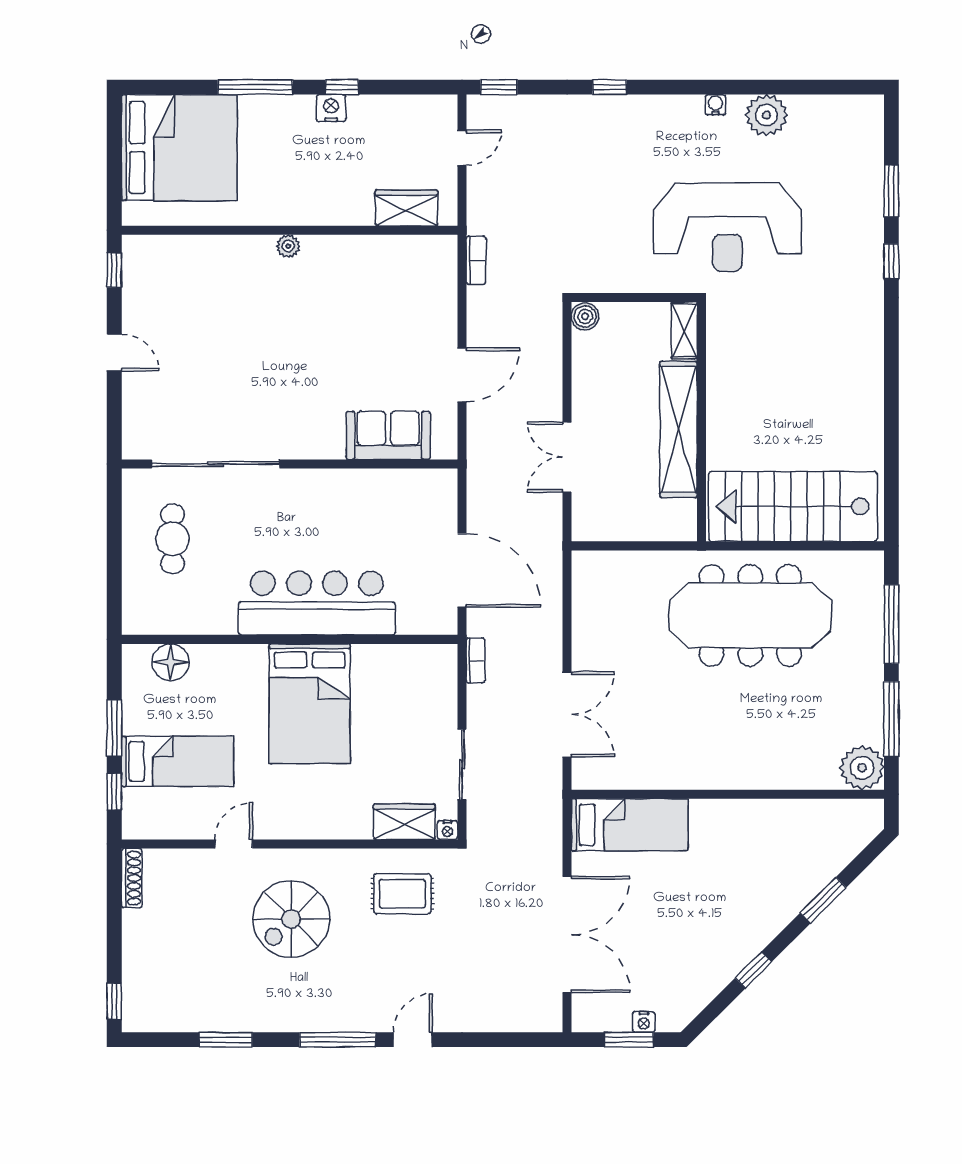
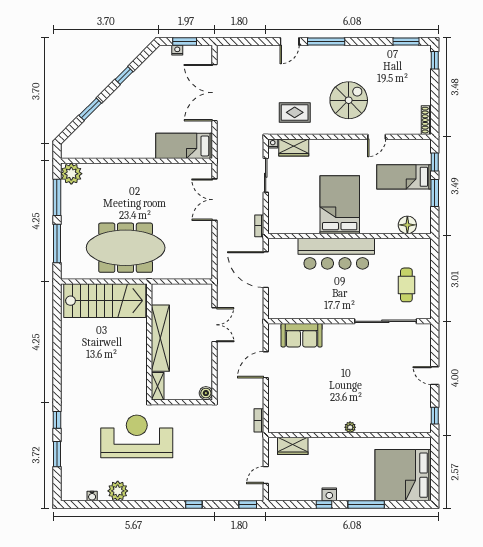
water cooler: (716, 105) -> (92, 496), moved
window: (226, 1040) -> (406, 42), moved

